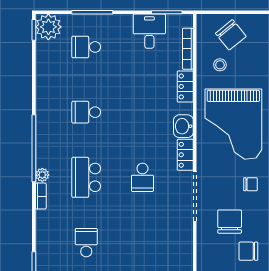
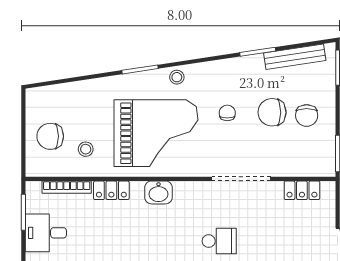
chair: (231, 35) -> (50, 136), turned -141
locker: (185, 155) -> (302, 190), moved
chair: (230, 222) -> (272, 112), moved

